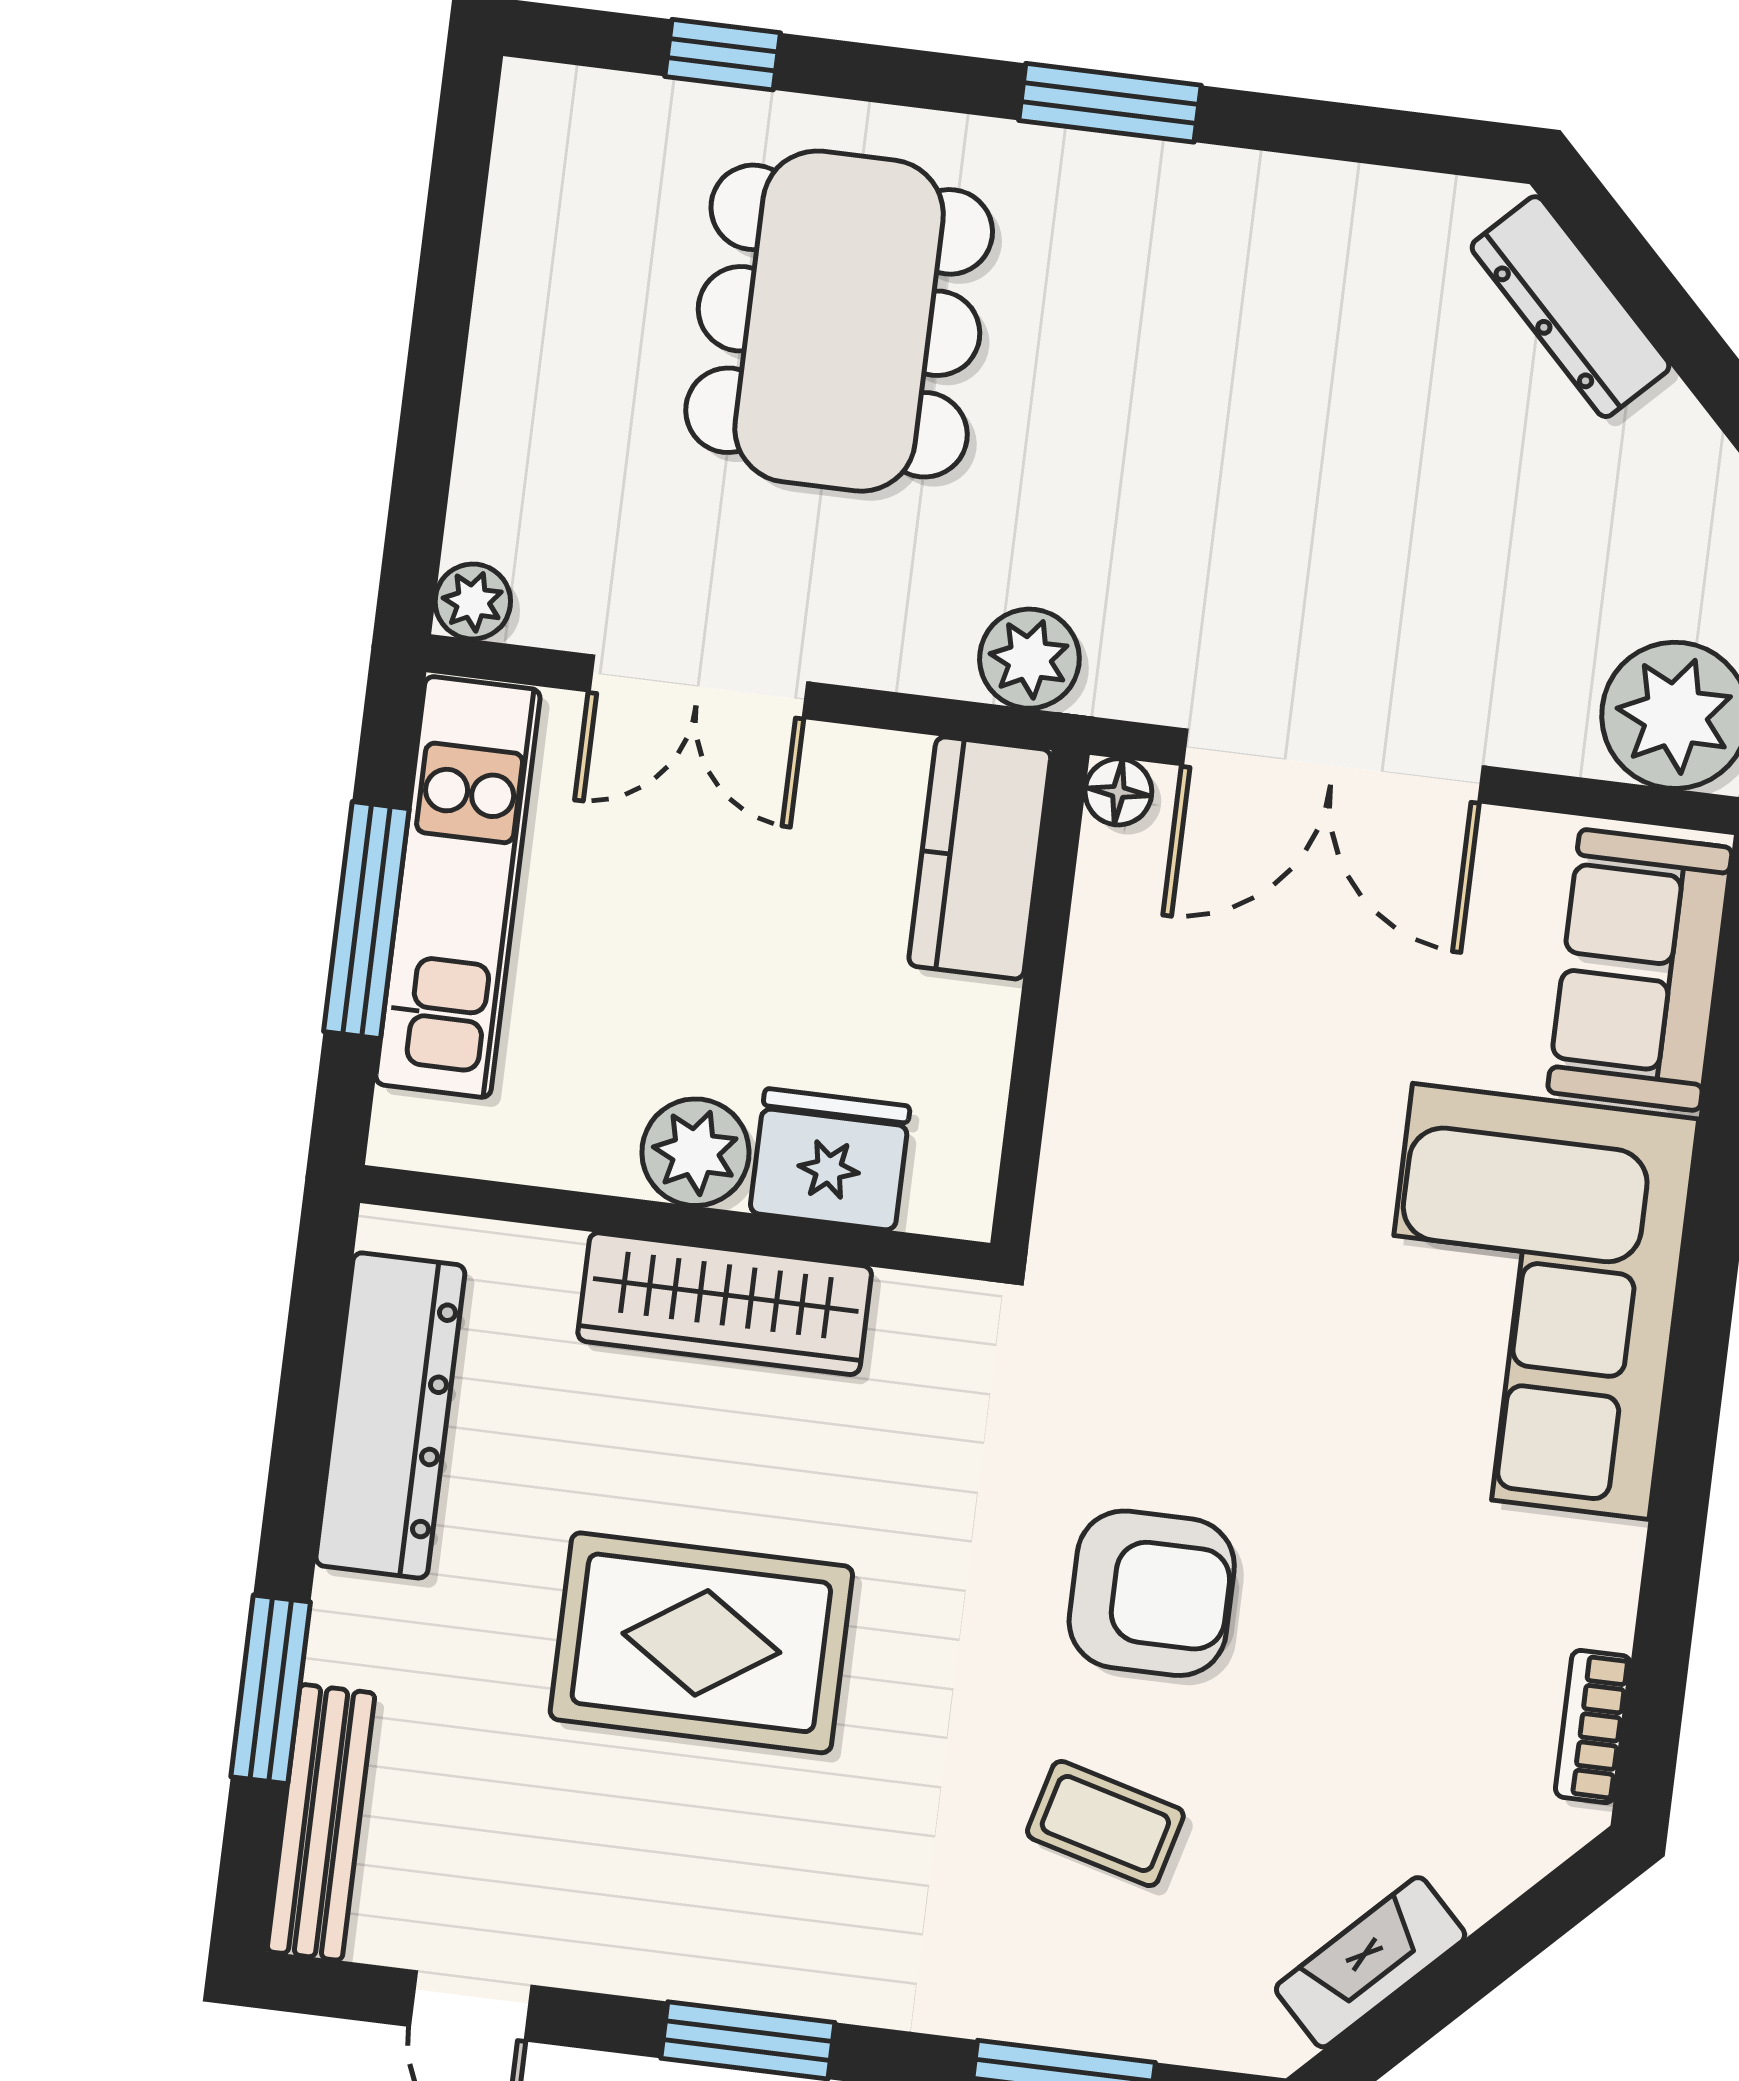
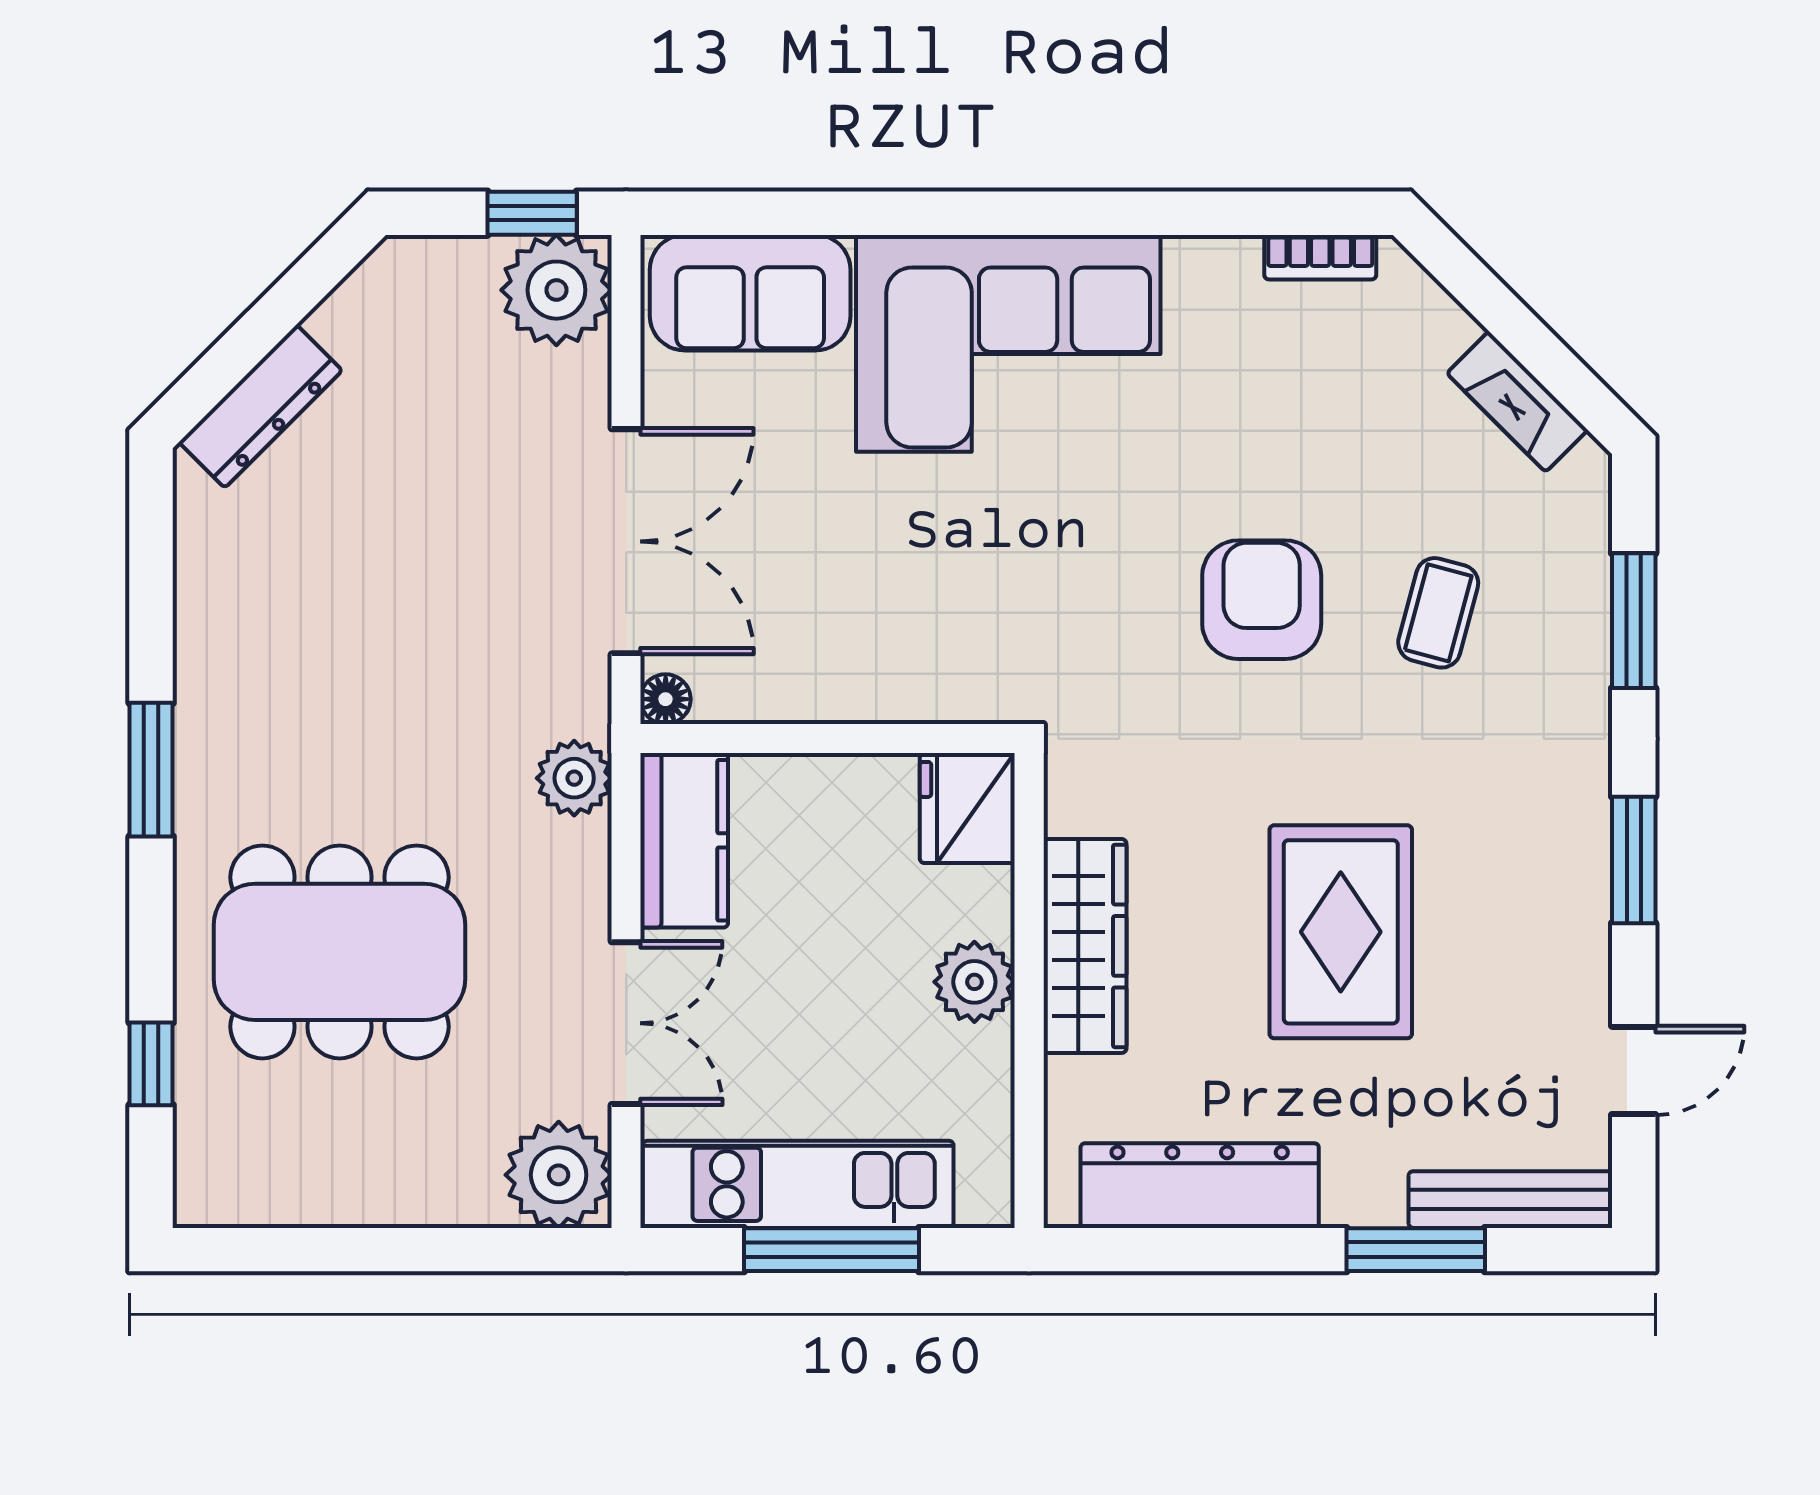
plant: (473, 602) -> (559, 1175), width x1.88, depth x1.88
kitchen counter: (980, 858) -> (684, 840), moved, turned -90
fridge: (830, 1159) -> (967, 808), moved

